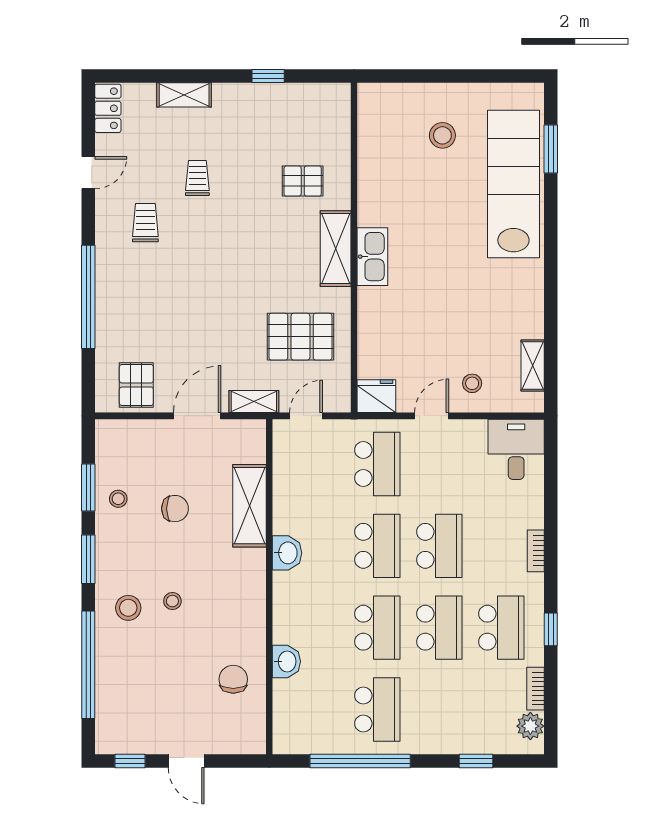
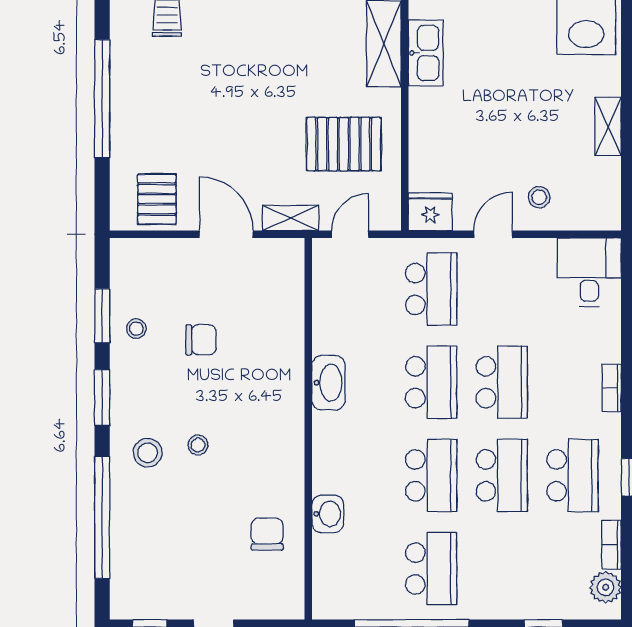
shelving: (533, 366) -> (608, 126), moved
door: (197, 416) -> (226, 234), hinge flipped
shelving: (250, 506) -> (286, 337), removed
washbasin: (287, 553) -> (328, 383), width x1.38

